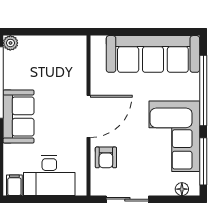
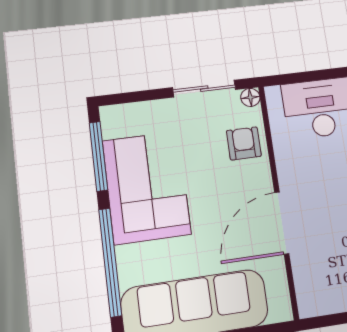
door: (89, 116) -> (282, 223), moved
floor lamp: (182, 189) -> (250, 97), moved

